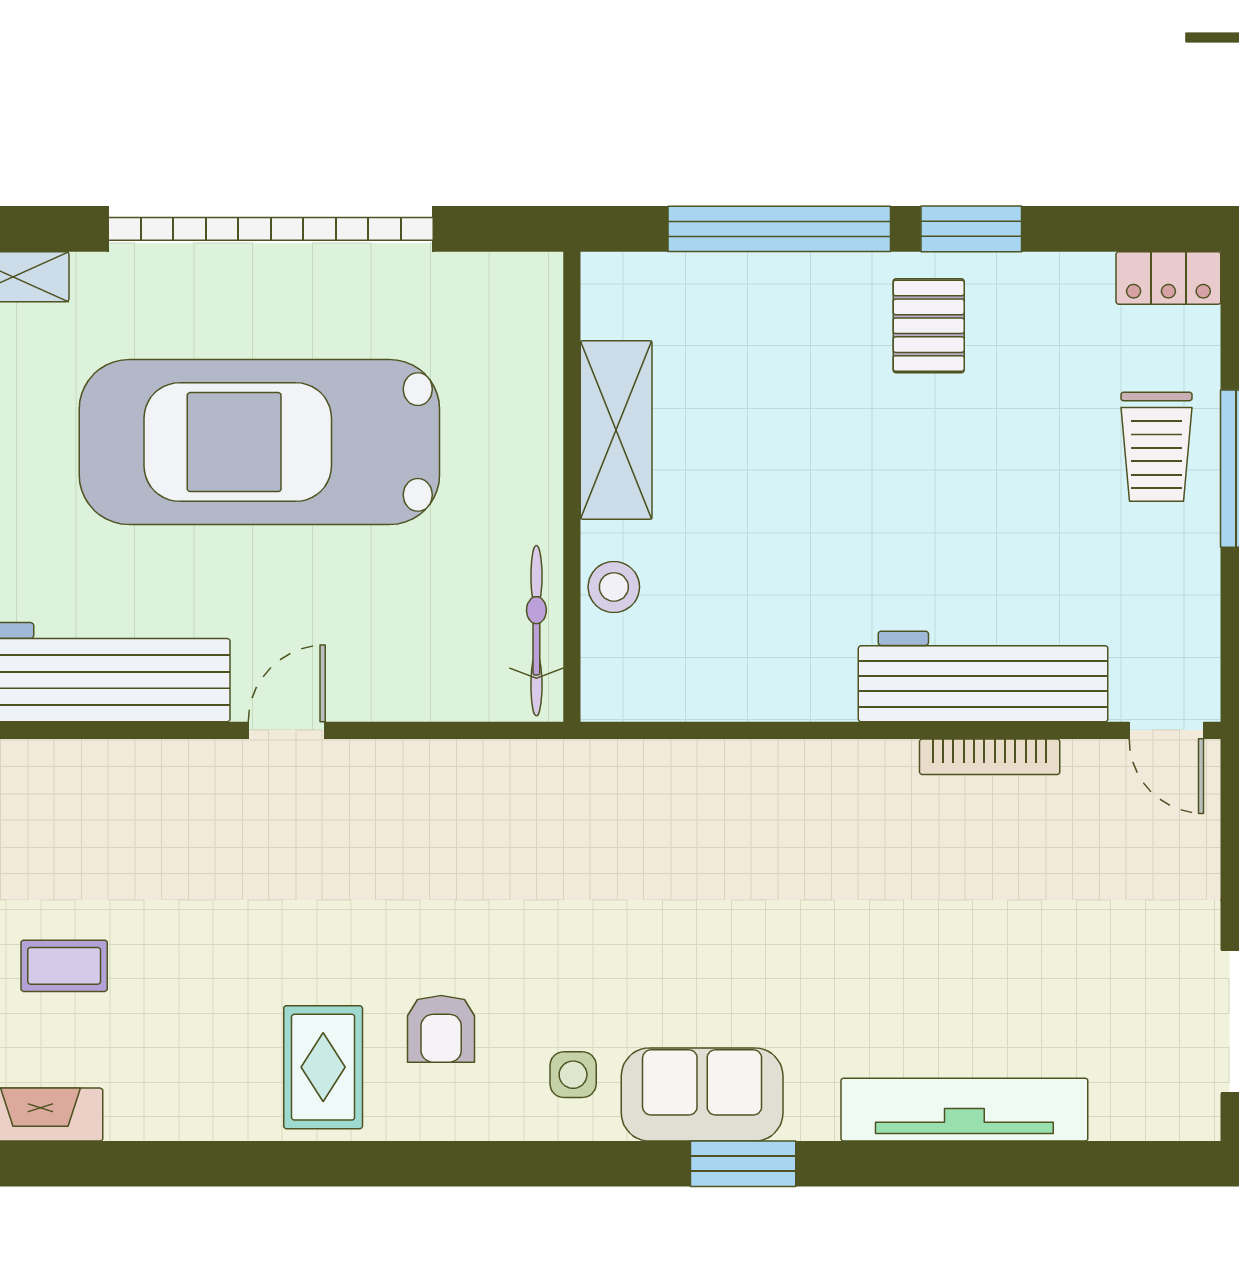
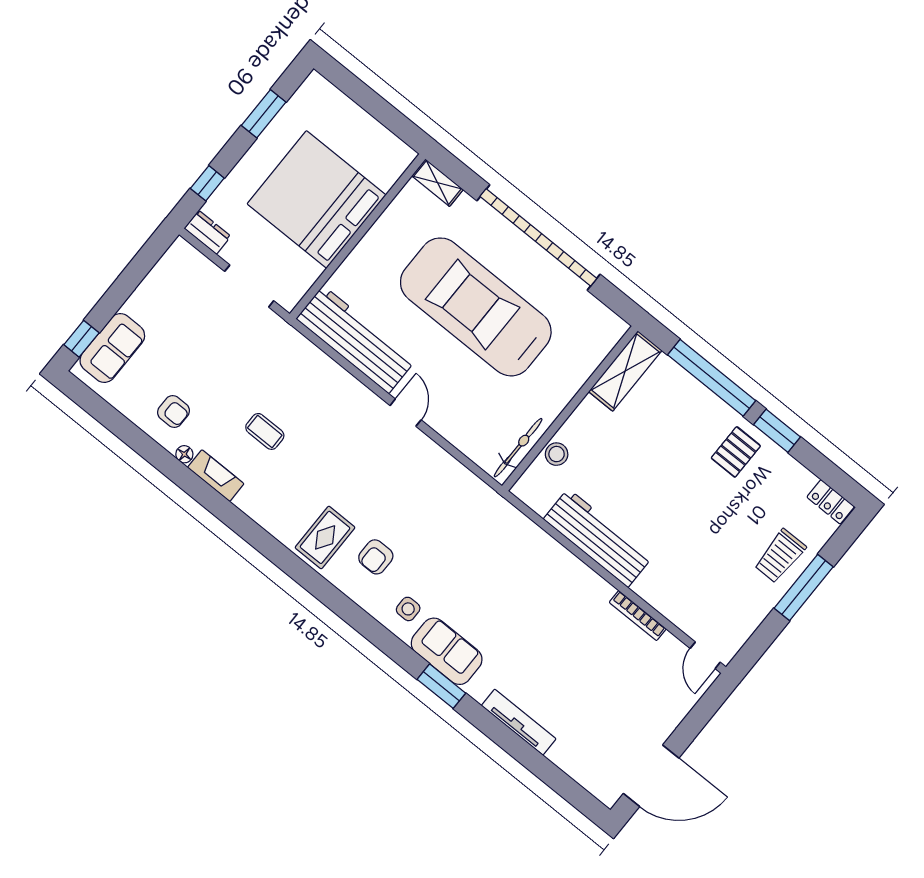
shelving: (616, 430) -> (625, 371), moved
workbench: (983, 676) -> (598, 538), moved
door: (287, 730) -> (406, 413), hinge flipped
tv unit: (964, 1110) -> (519, 722), width x0.73, depth x0.78

